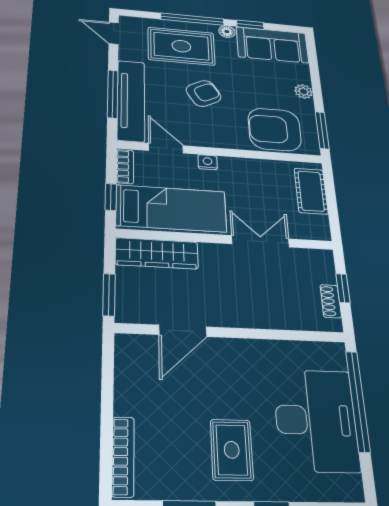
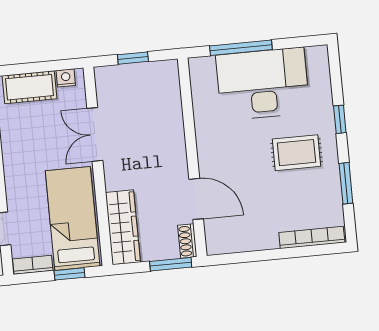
nightstand: (208, 162) -> (66, 78), moved, turned 90
shoe rack: (331, 301) -> (187, 241), moved, turned 90
window: (358, 401) -> (241, 48), width x0.68

